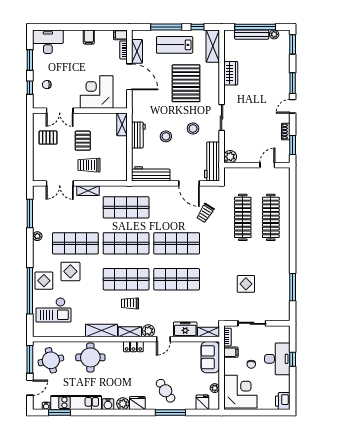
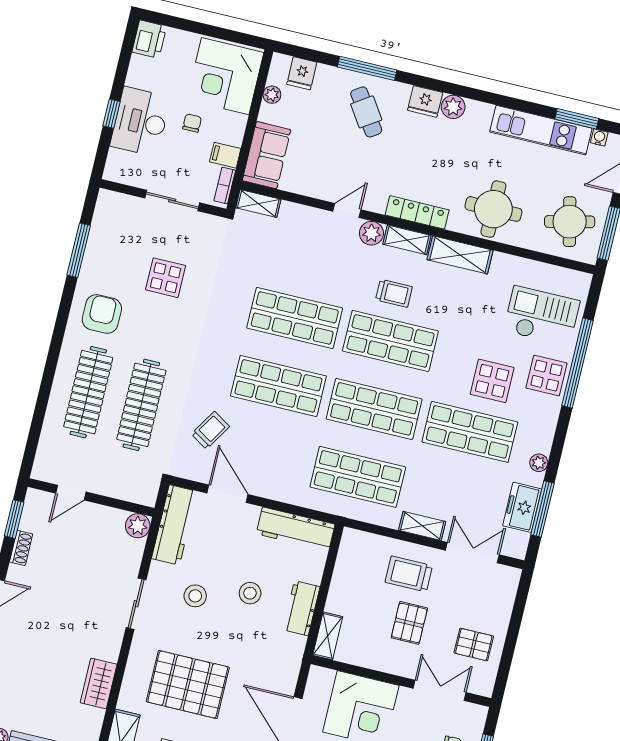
pallet: (186, 83) -> (188, 684), turned 90
trolley: (89, 165) -> (409, 574), turned 180
armchair: (273, 258) -> (102, 314), added
freezer: (185, 329) -> (522, 507), moved, turned 90
locker: (133, 347) -> (417, 212), width x1.53
water cooler: (108, 404) -> (481, 113), removed

